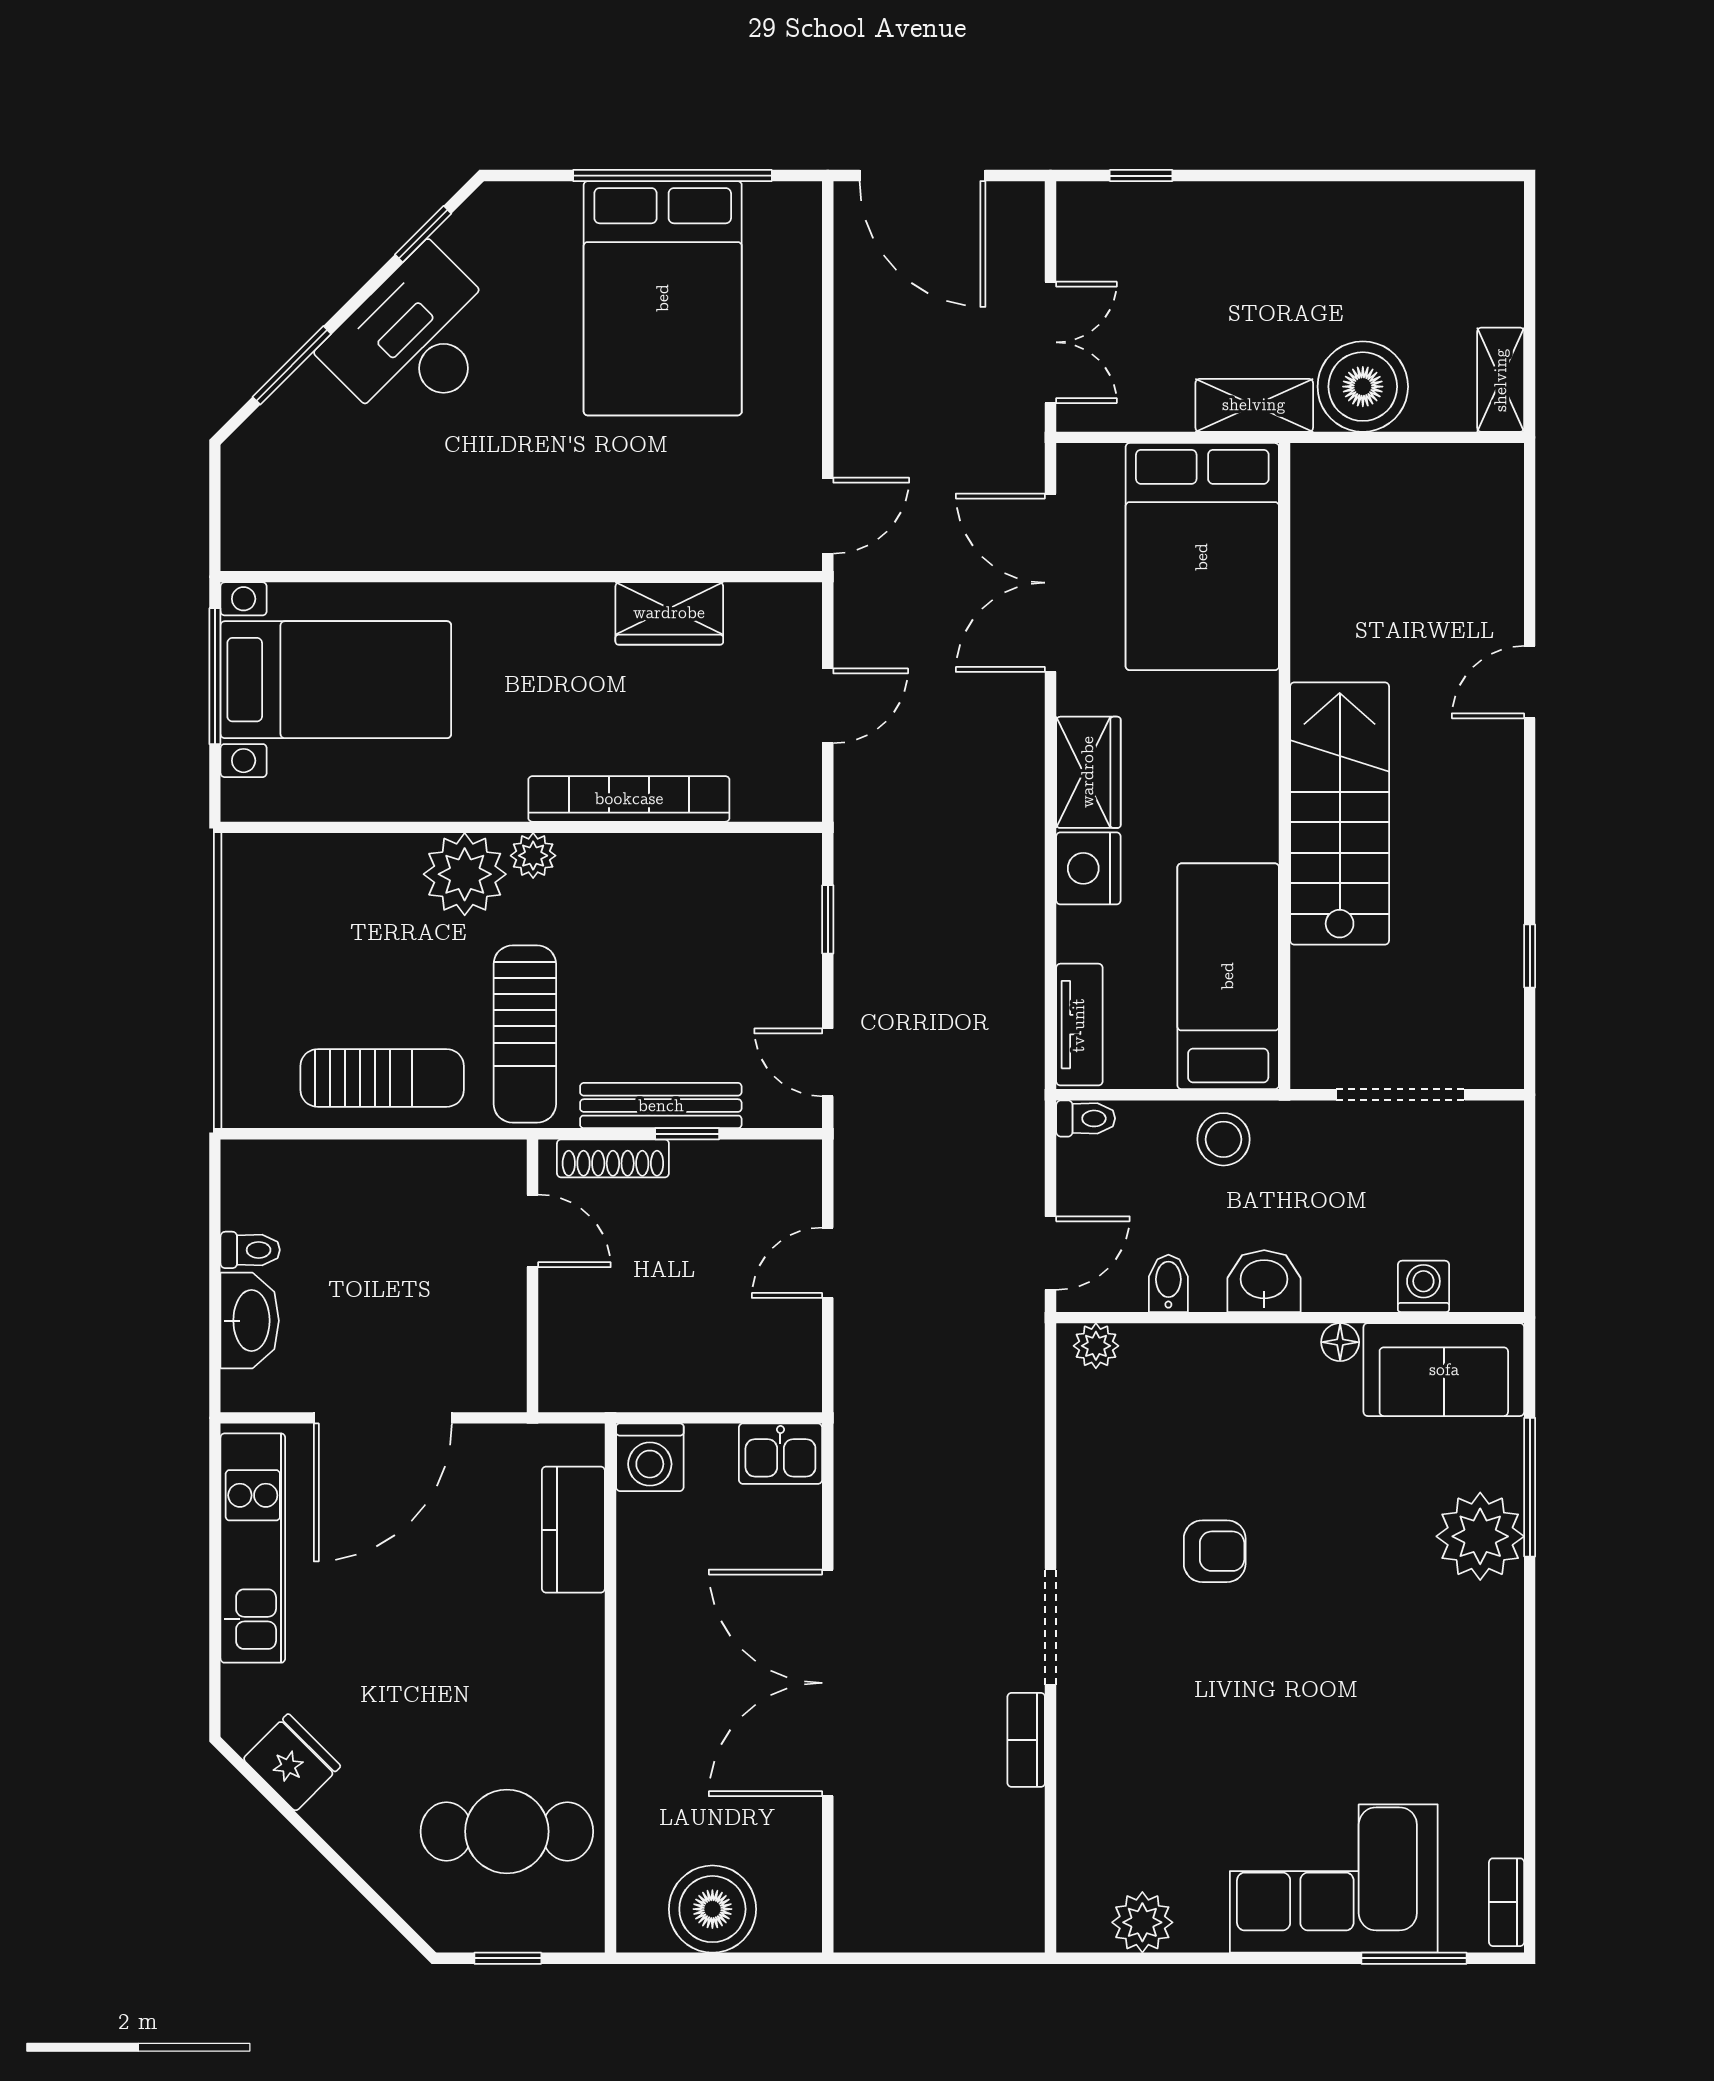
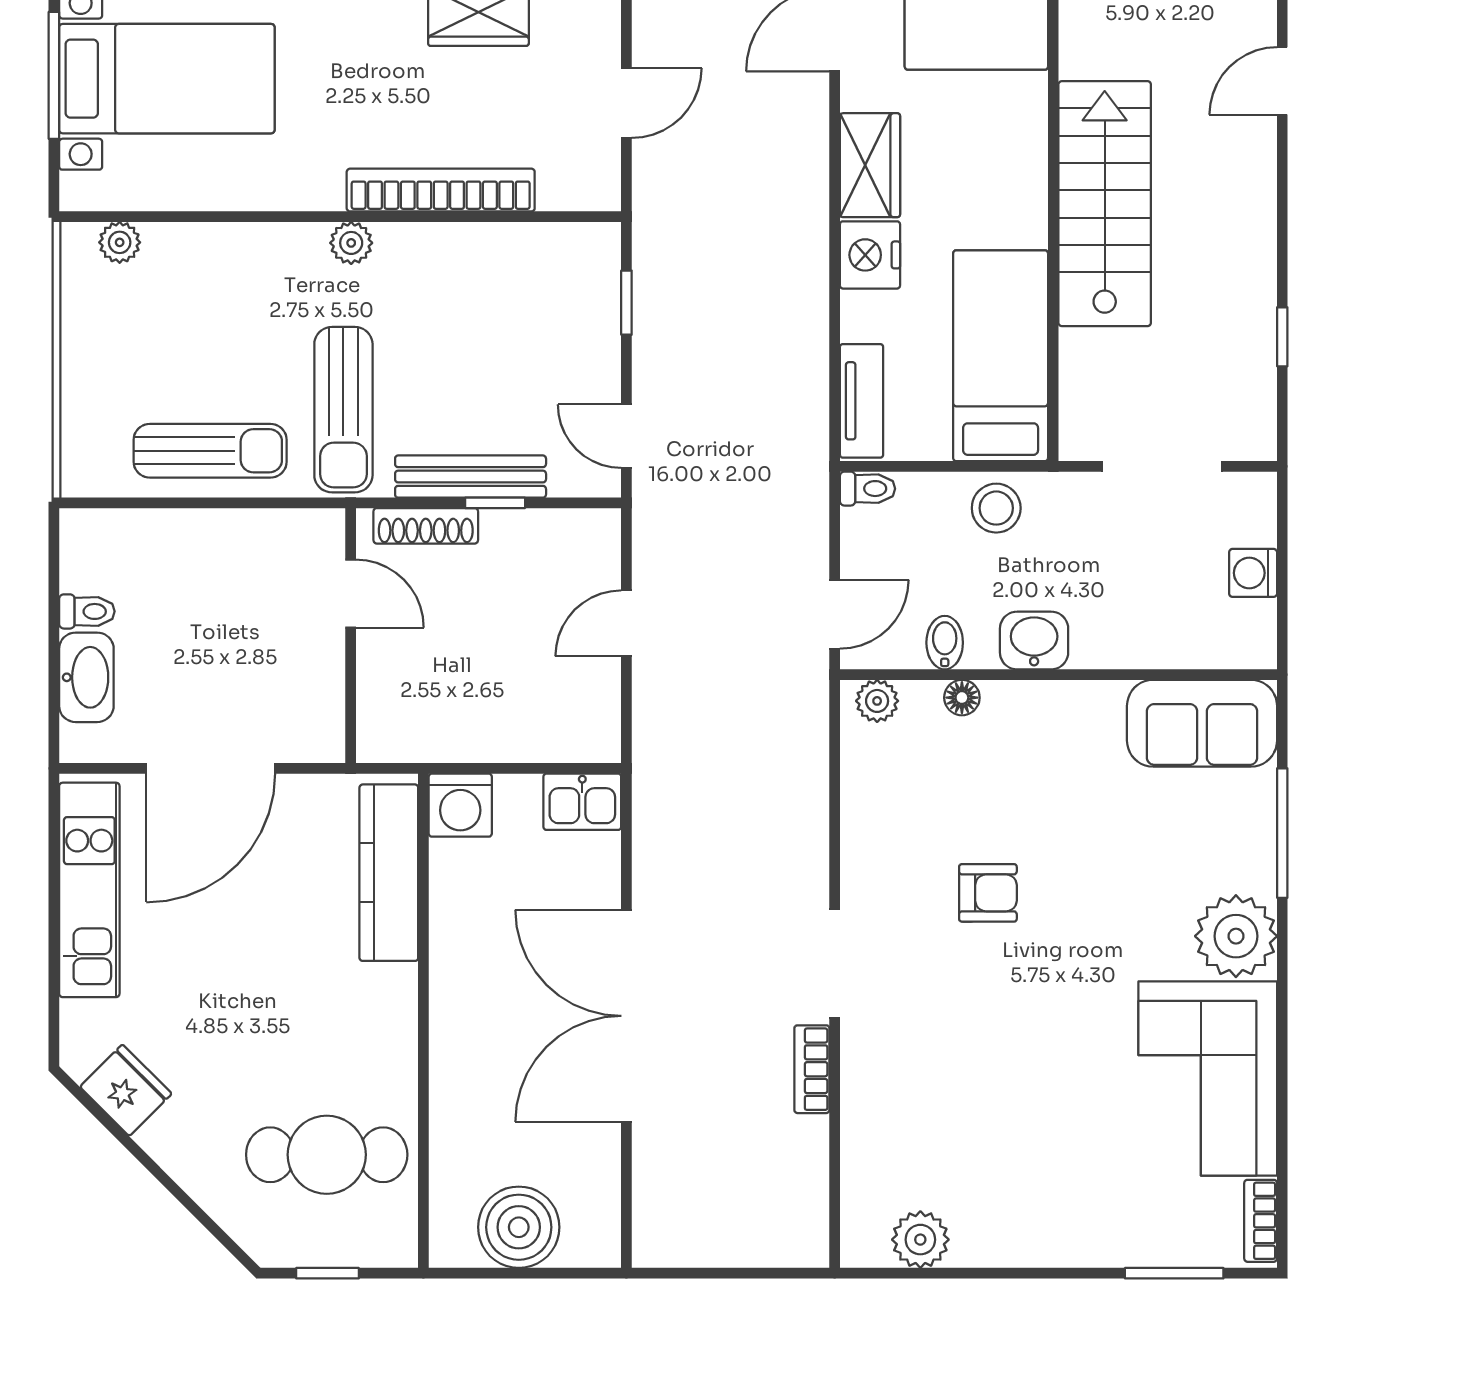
plant: (465, 874) -> (120, 242), moved, width x0.53, depth x0.53
washing machine: (1423, 1286) -> (1253, 573), moved, turned -90
floor lamp: (1340, 1342) -> (962, 698), moved
kitchen counter: (573, 1530) -> (389, 873), width x1.50
plant: (1480, 1536) -> (1236, 936), moved
corner sofa: (1334, 1879) -> (1208, 1078), moved, turned -90

